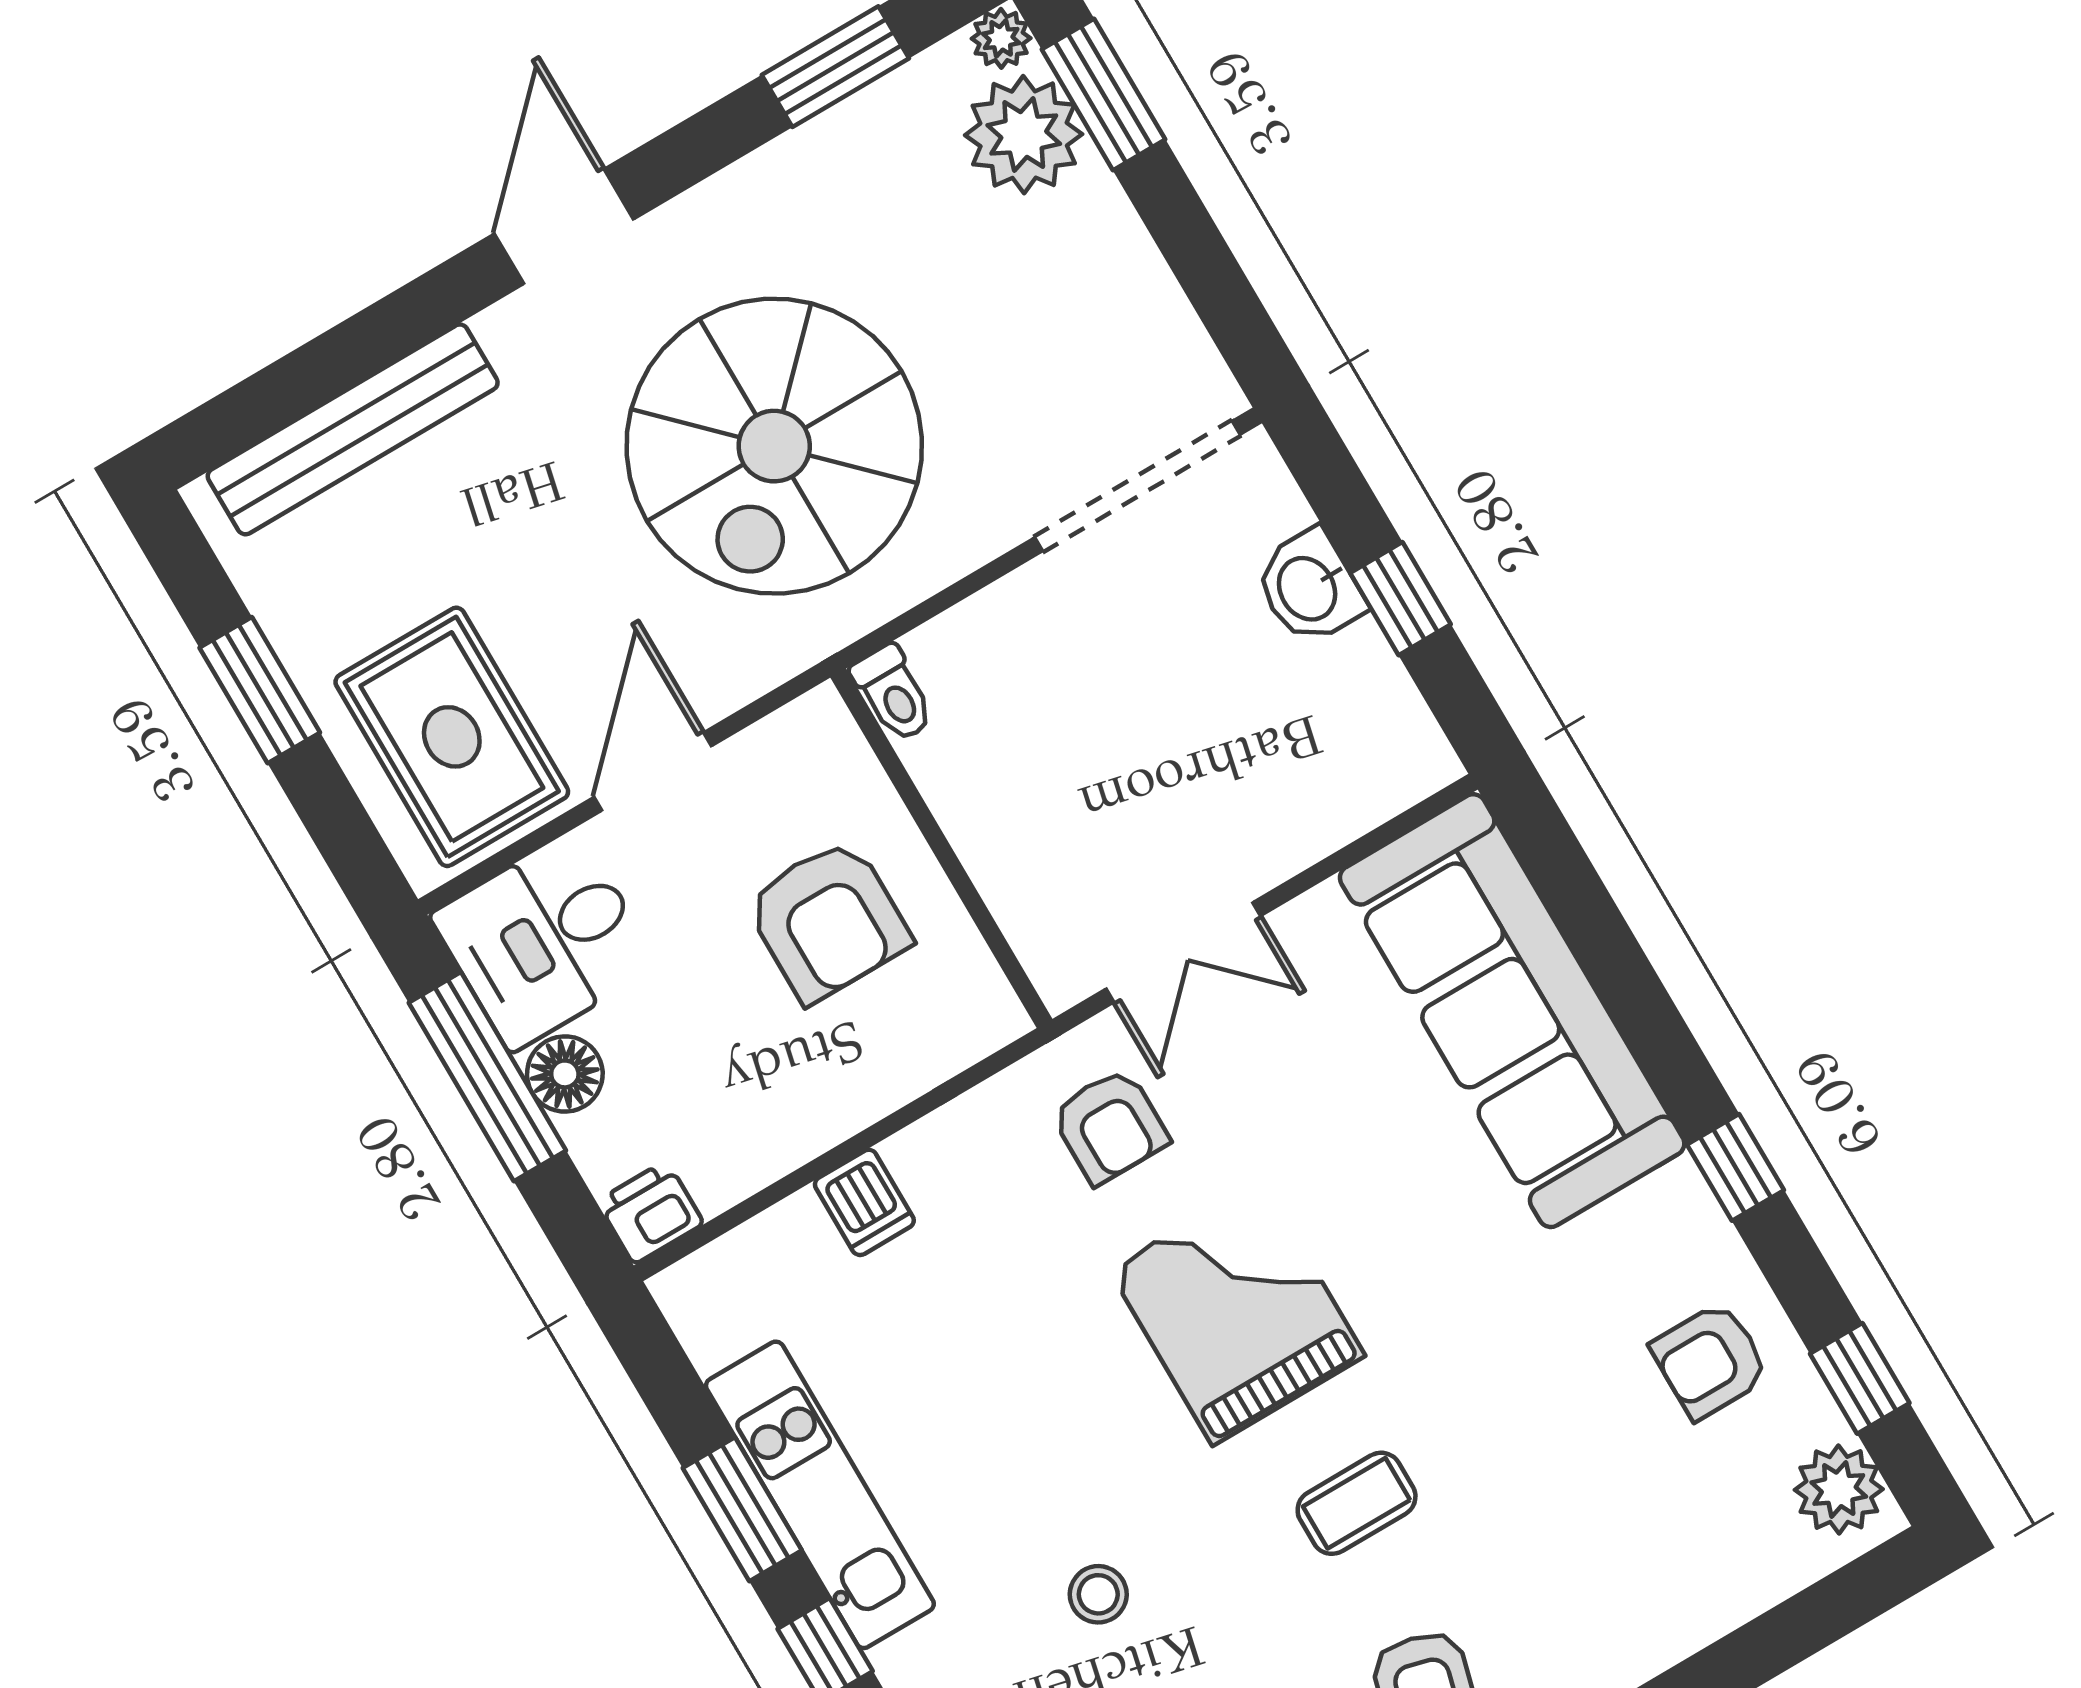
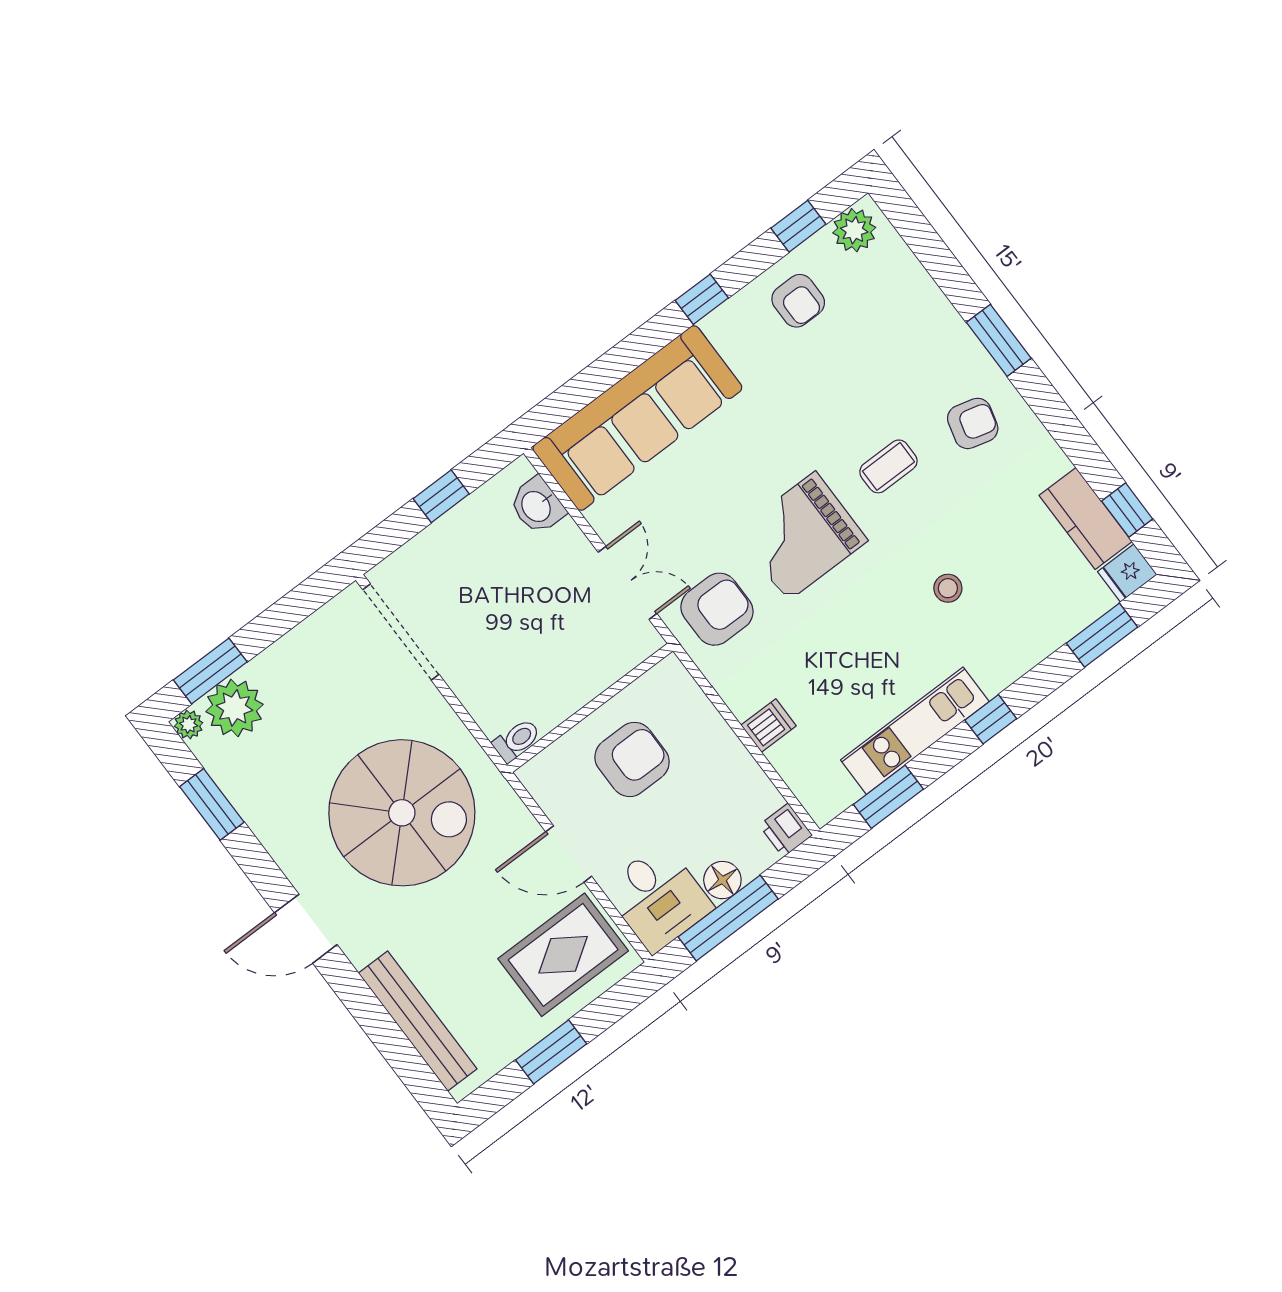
washbasin: (1309, 587) -> (537, 506), moved, turned 90
armchair: (1110, 1126) -> (717, 609), width x1.38, depth x1.38
coffee table: (1357, 1503) -> (888, 466), turned 90
window: (742, 1509) -> (888, 797), moved

